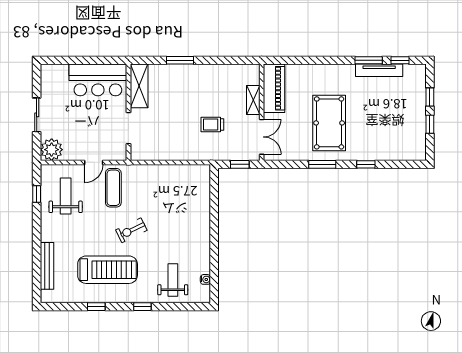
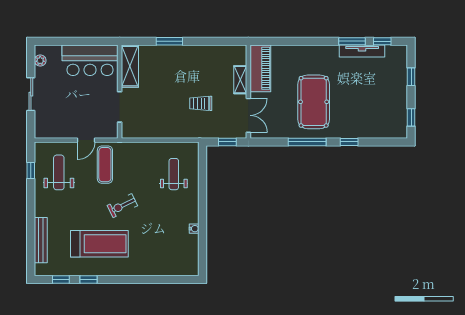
window: (430, 124) -> (411, 117), moved
plant: (52, 150) -> (40, 61), moved, width x0.53, depth x0.53
window: (322, 164) -> (307, 142), width x1.44
water cooler: (205, 279) -> (194, 229), moved
weight bench: (173, 280) -> (174, 174), moved
window: (142, 307) -> (61, 280), moved

